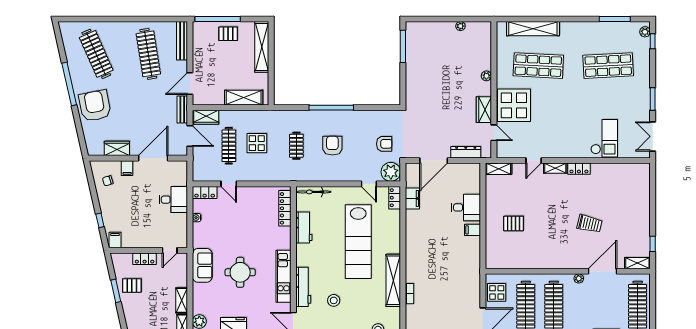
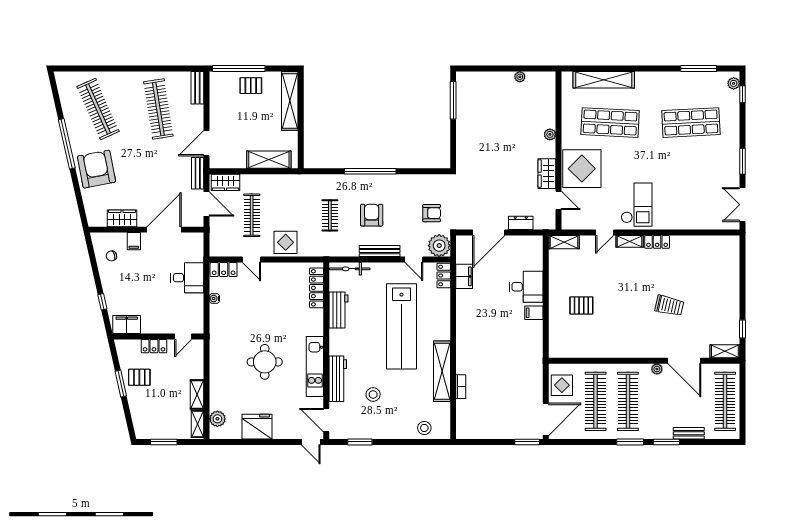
bench: (182, 41) -> (197, 88), width x0.73
checkout: (604, 138) -> (637, 205), moved
display table: (257, 143) -> (286, 242), moved
dresser: (466, 152) -> (521, 223), width x0.70
bench: (339, 177) -> (380, 251), added
filing cabinet: (115, 240) -> (127, 325), width x2.00
sofa: (202, 265) -> (221, 354), removed
door: (602, 271) -> (684, 361), swing flipped

